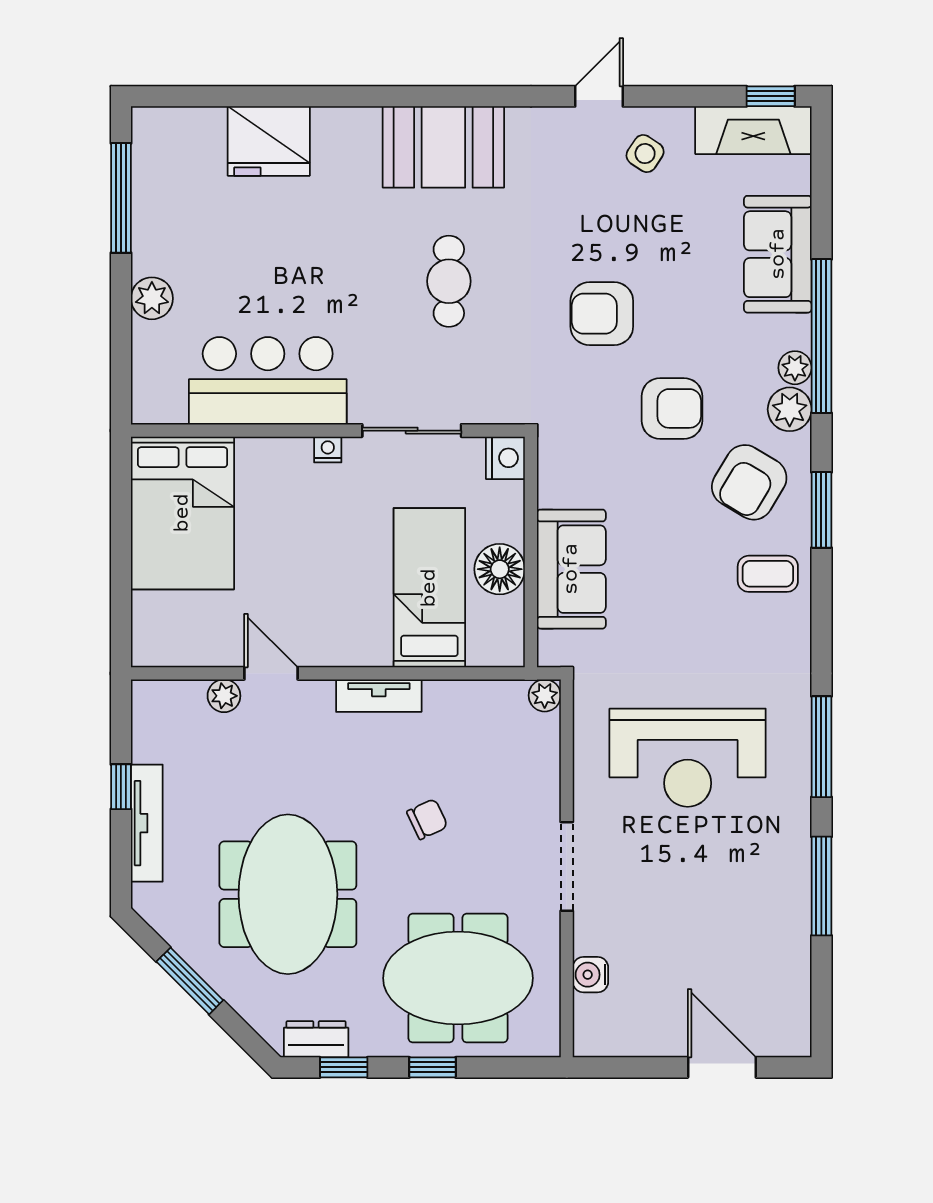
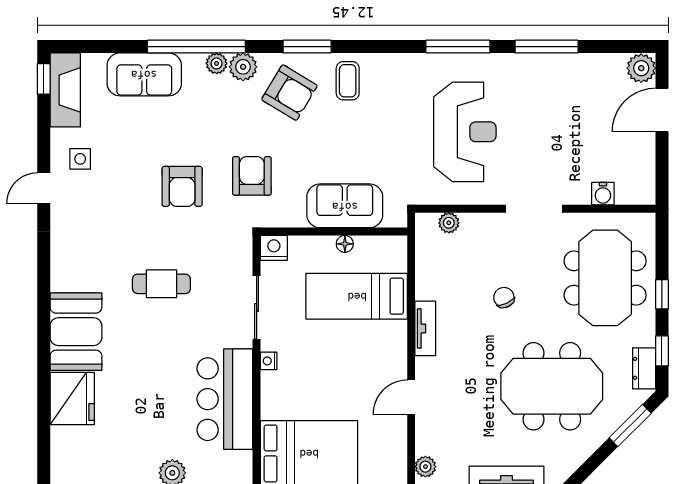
door: (599, 96) -> (44, 188), hinge flipped
booth: (443, 147) -> (76, 332), moved
side table: (645, 154) -> (80, 159), turned -34
armchair: (672, 408) -> (252, 176), moved
floor lamp: (500, 569) -> (345, 244), width x0.53, depth x0.53
plant: (545, 695) -> (449, 223), moved
plant: (224, 696) -> (425, 467), moved
window: (190, 981) -> (630, 425), moved
plant: (788, 1035) -> (641, 68), added

